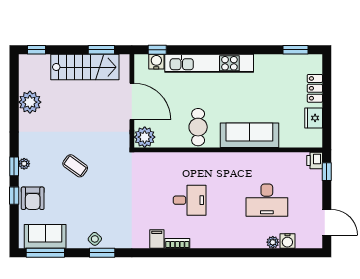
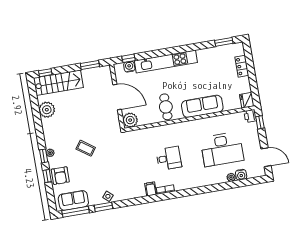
stairs: (85, 67) -> (58, 83), moved
fridge: (314, 118) -> (247, 100), moved
desk: (267, 200) -> (222, 149), width x1.36, depth x1.30
window: (102, 253) -> (103, 207), moved

